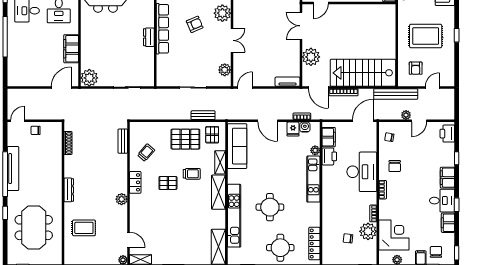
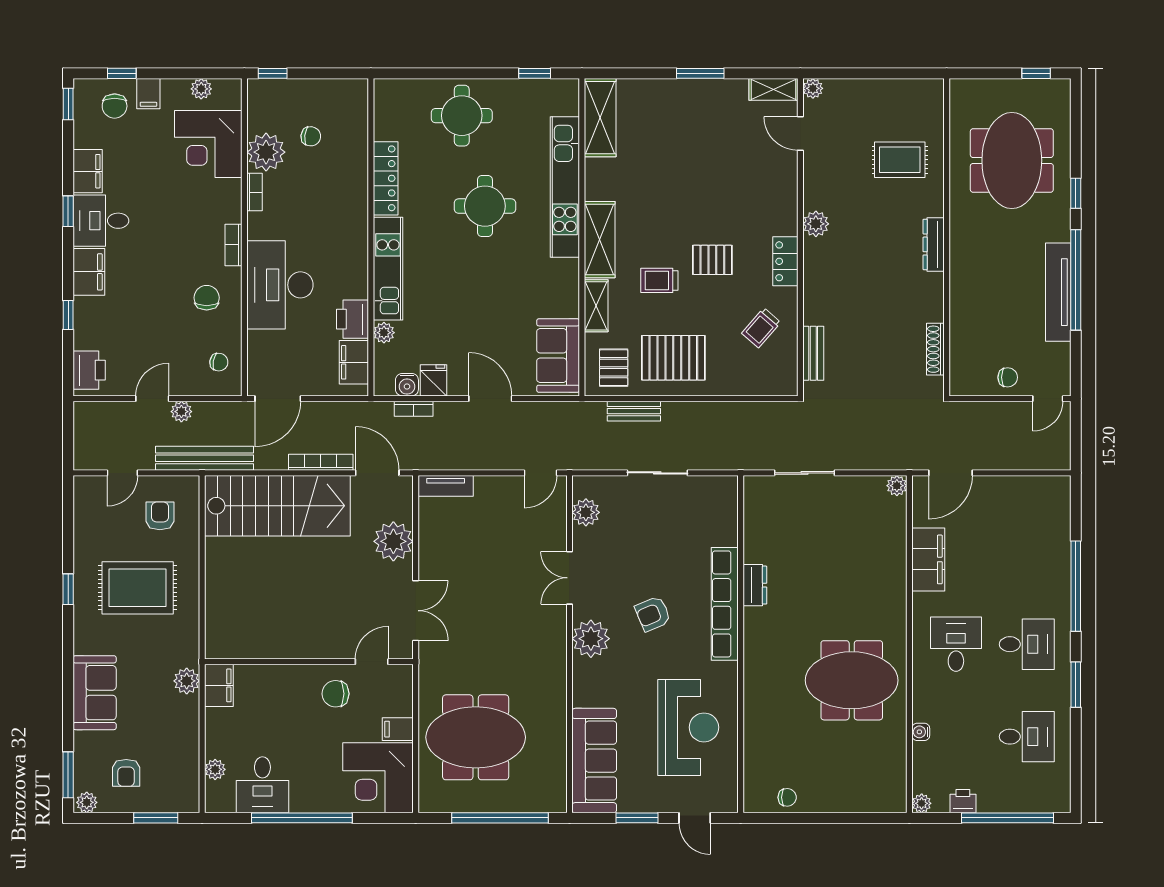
plant: (89, 78) -> (897, 486), width x0.53, depth x0.53
sofa: (237, 146) -> (558, 356), width x0.73
locker: (314, 244) -> (386, 178), moved

